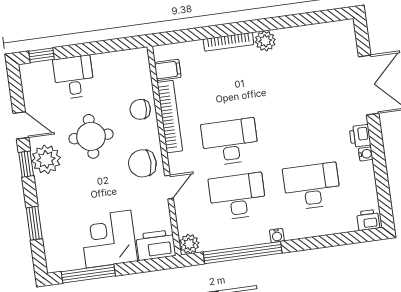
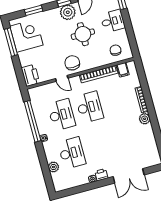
chair: (140, 109) -> (116, 50), moved
printer: (368, 220) -> (58, 185), removed
corner desk: (108, 239) -> (26, 36), moved
plant: (189, 244) -> (53, 167), moved

